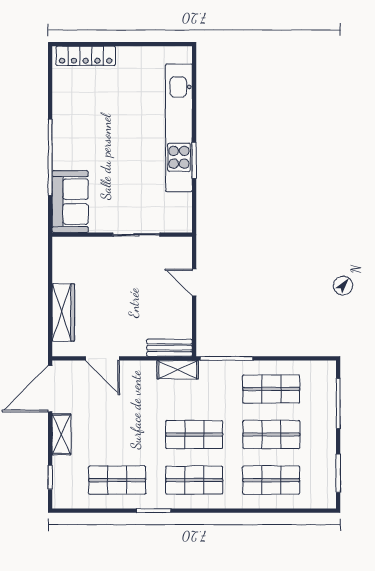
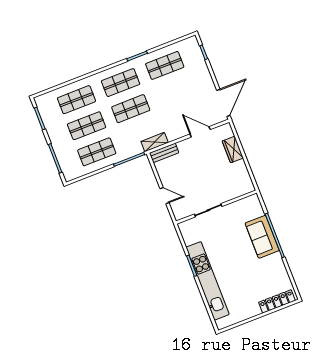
sofa: (70, 202) -> (262, 237), moved
wardrobe: (63, 312) -> (233, 149), width x0.67
shelving: (61, 434) -> (207, 79), removed

